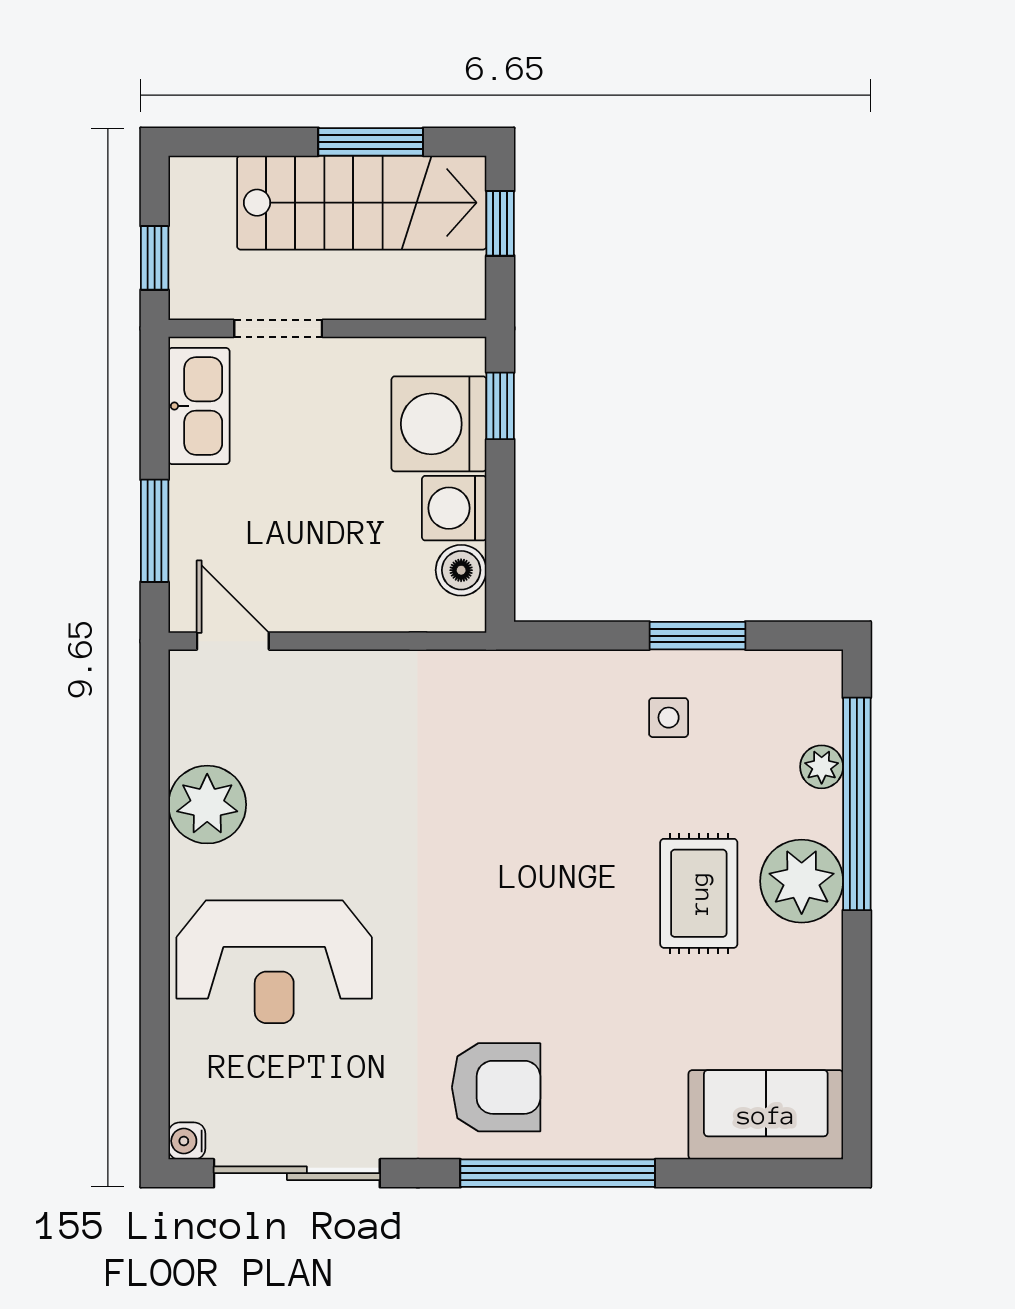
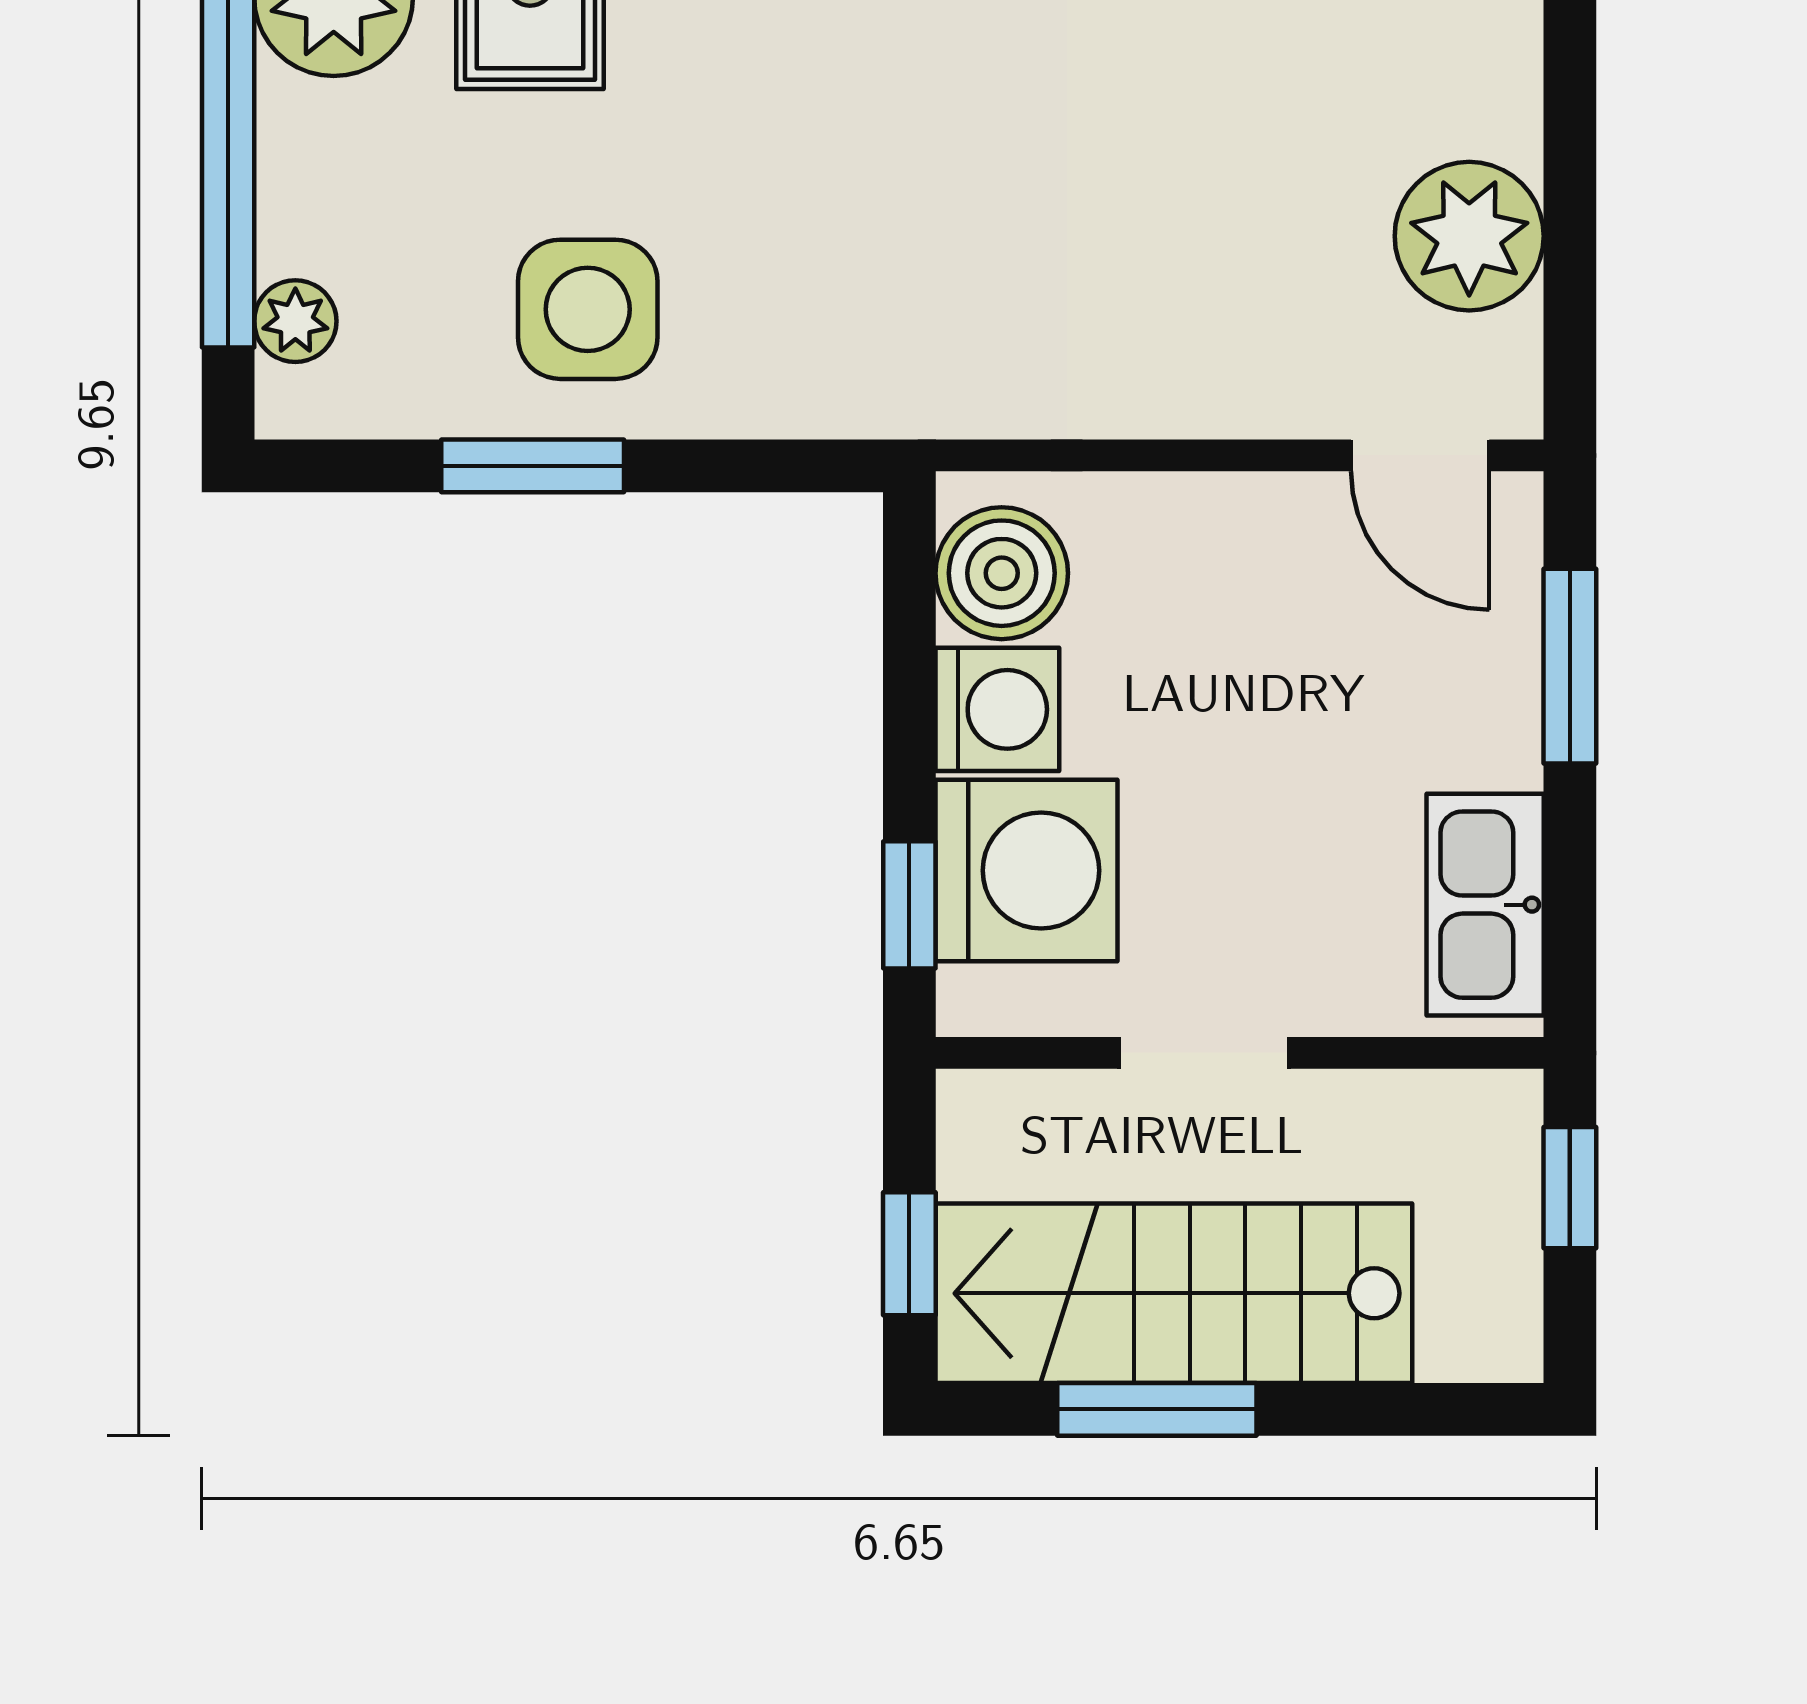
doorway: (278, 328) -> (1204, 1053), moved
boiler: (461, 570) -> (1002, 573), width x1.36, depth x1.36
side table: (669, 718) -> (588, 309), width x1.87, depth x1.87
plant: (822, 767) -> (295, 321), moved
plant: (207, 805) -> (1469, 236), moved

